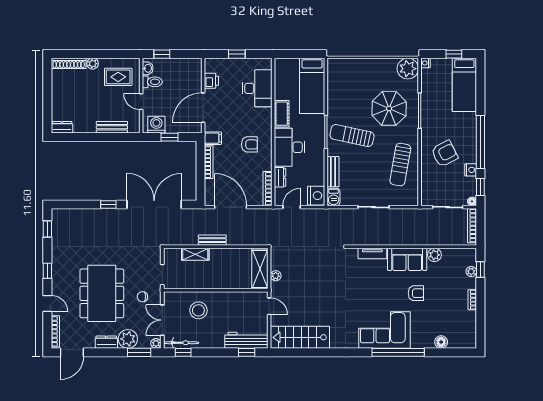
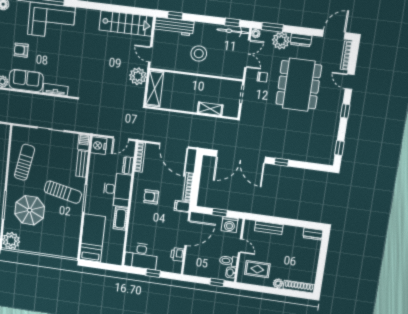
desk: (257, 88) -> (141, 256), moved, turned -90
bench: (212, 240) -> (193, 119), removed
plant: (276, 276) -> (138, 76), width x1.87, depth x1.87
stool: (198, 310) -> (199, 54), moved

